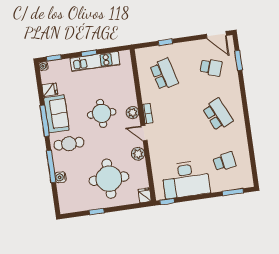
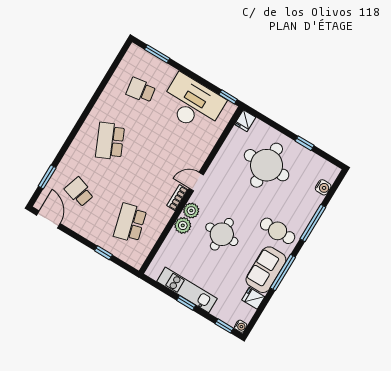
door: (144, 133) -> (196, 182), swing flipped
plant: (138, 154) -> (183, 225), moved
water cooler: (60, 177) -> (323, 187), moved

